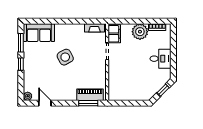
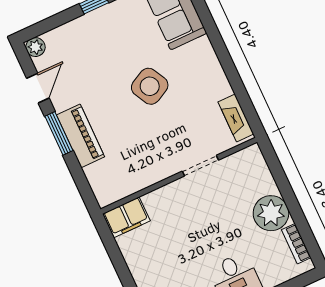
filing cabinet: (114, 34) -> (126, 217), moved
piano: (90, 95) -> (81, 136), moved
window: (88, 103) -> (59, 133), moved

